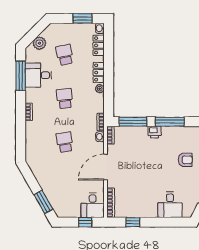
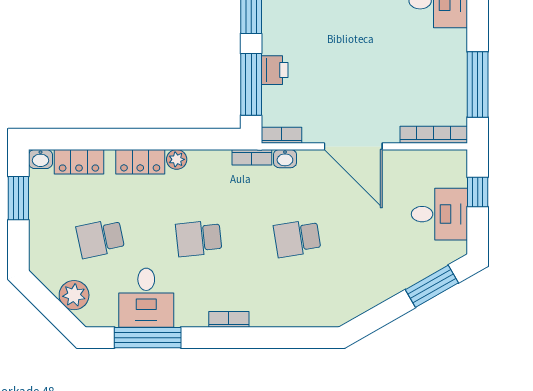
printer: (155, 132) -> (275, 70), moved
desk: (93, 205) -> (439, 214), moved
window: (133, 222) -> (478, 85), width x2.17

